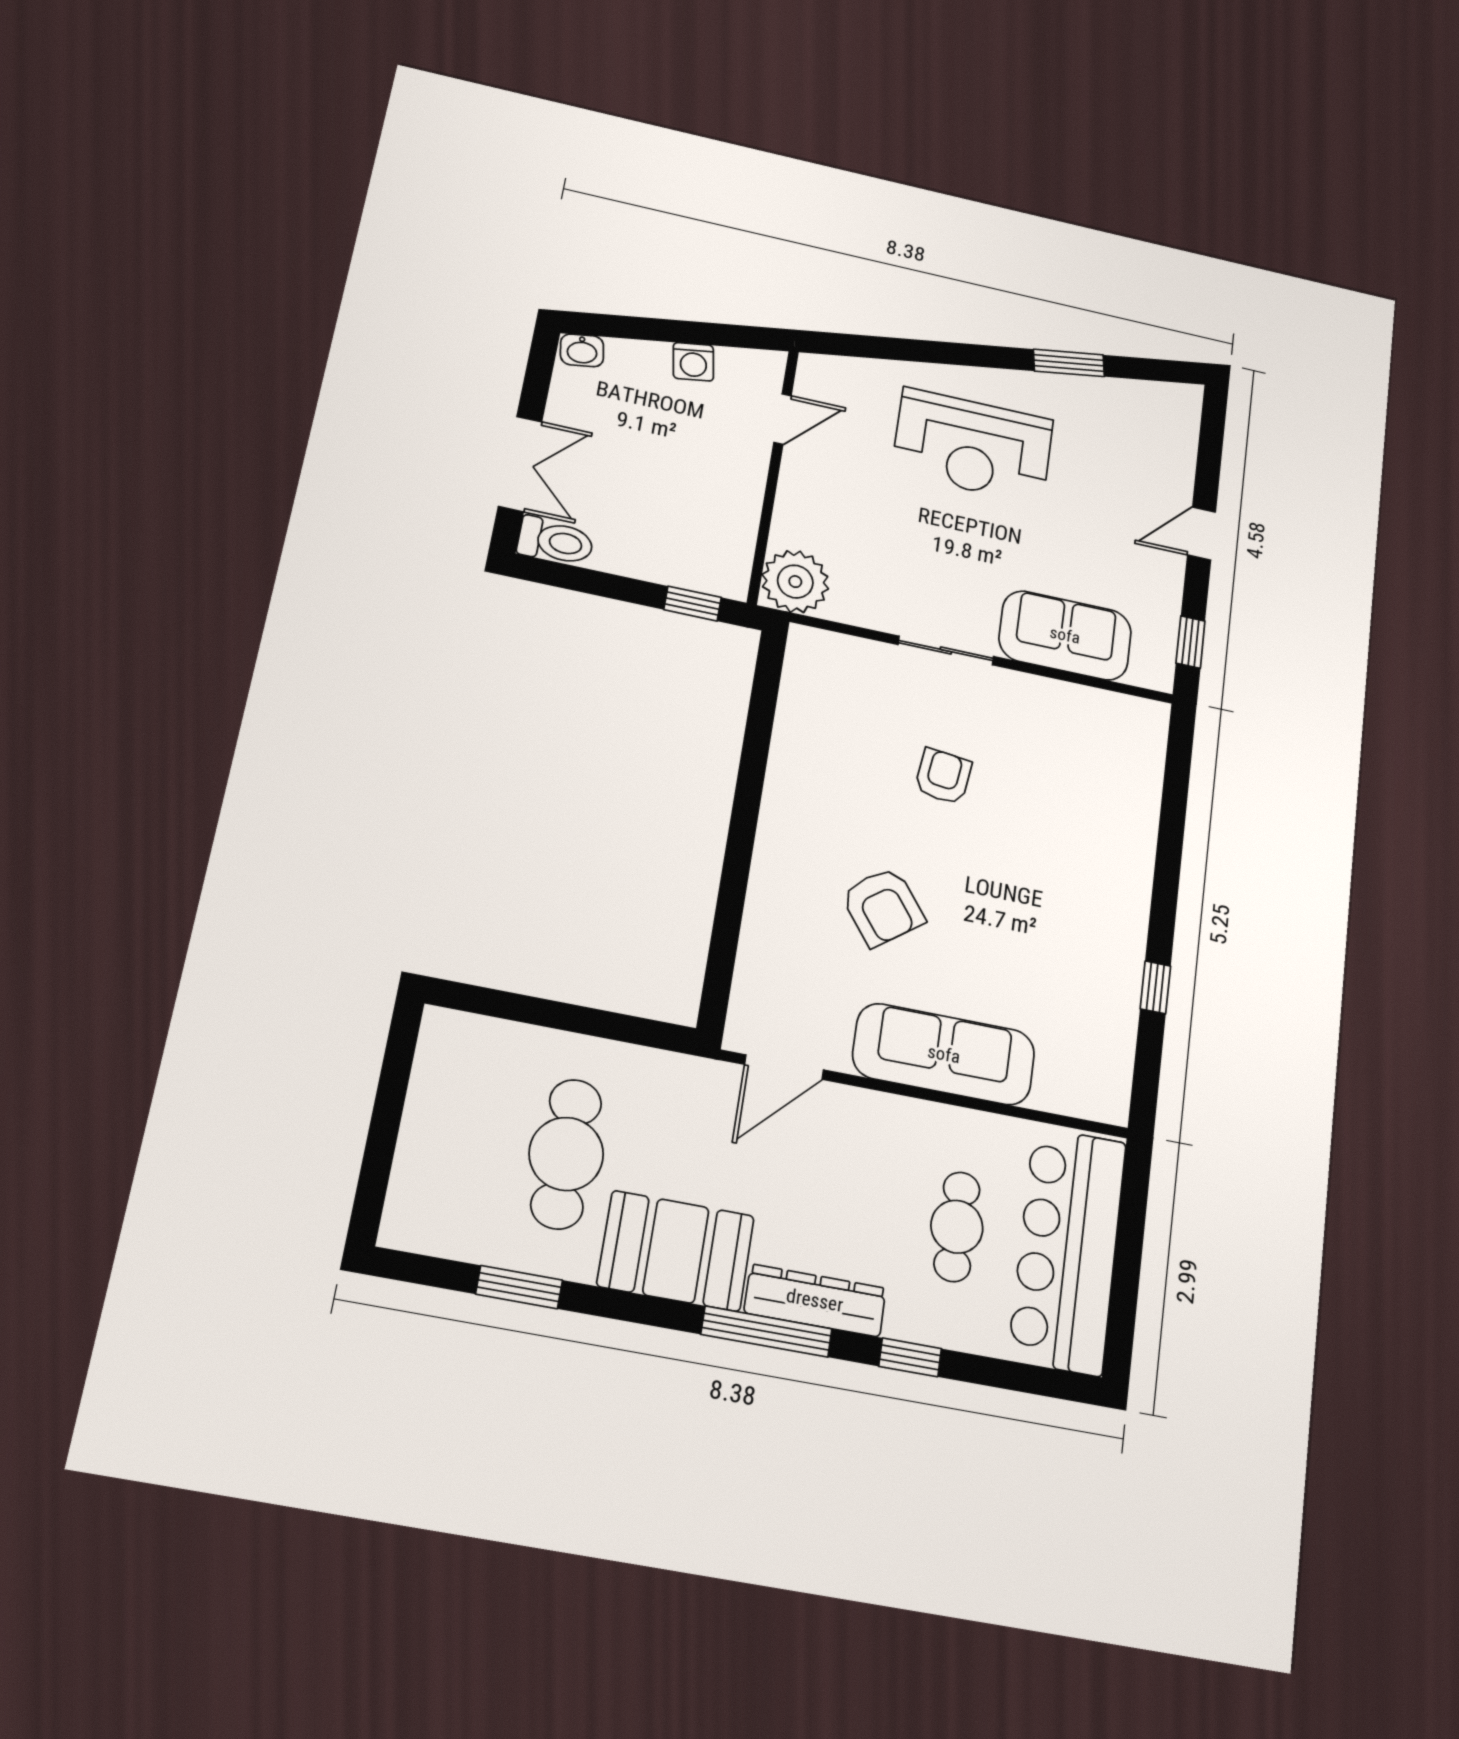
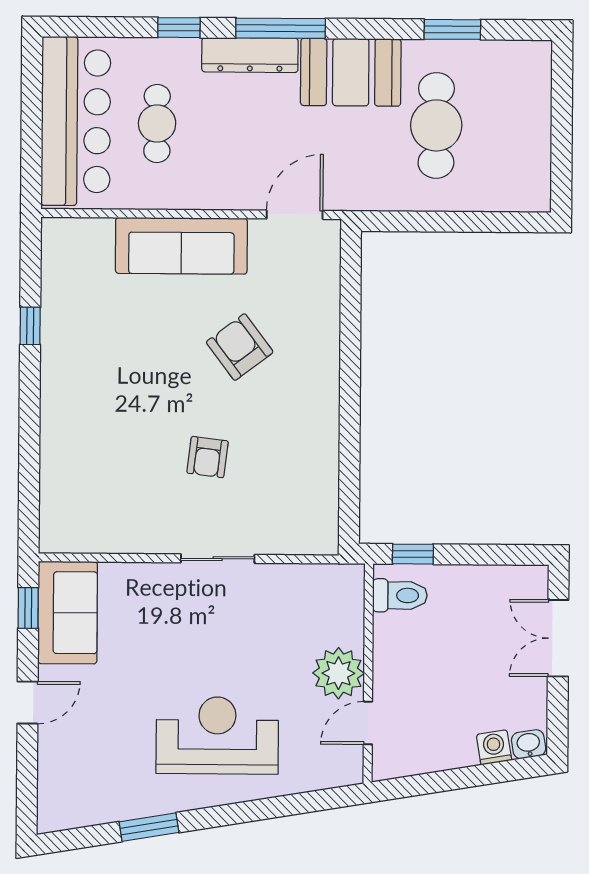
washing machine: (693, 362) -> (494, 747), moved
toilet: (555, 541) -> (400, 595), moved, turned 180
plant: (795, 582) -> (338, 673), moved
sofa: (1065, 635) -> (68, 613), moved, turned -90

